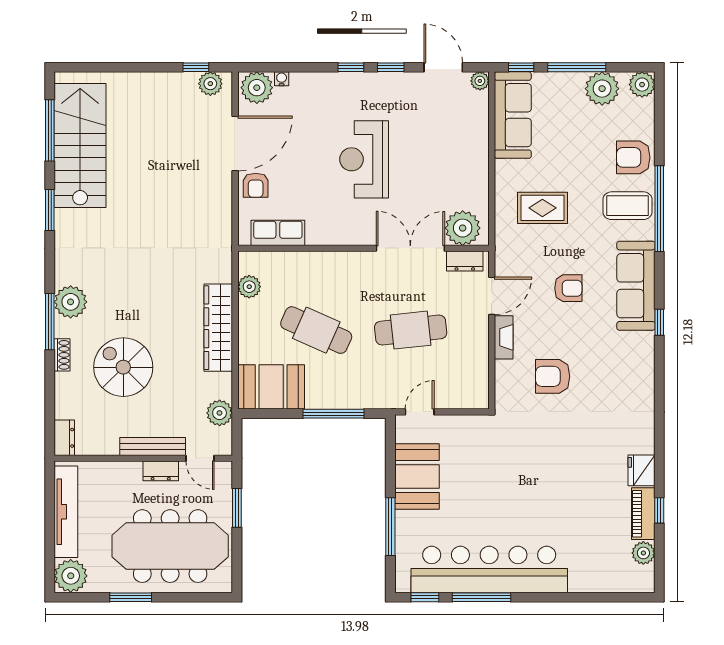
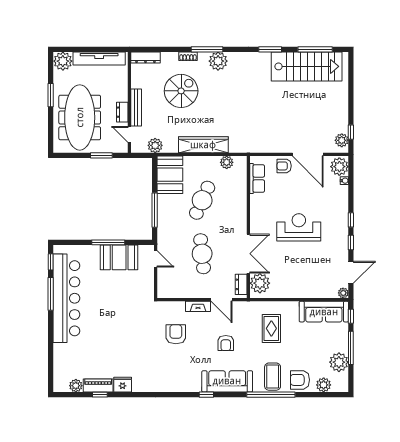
plant: (642, 85) -> (324, 385), moved
armchair: (633, 157) -> (300, 380), turned -90
dresser: (64, 438) -> (145, 58), width x1.44
door: (200, 458) -> (129, 134), hinge flipped
window: (390, 527) -> (108, 242), moved

